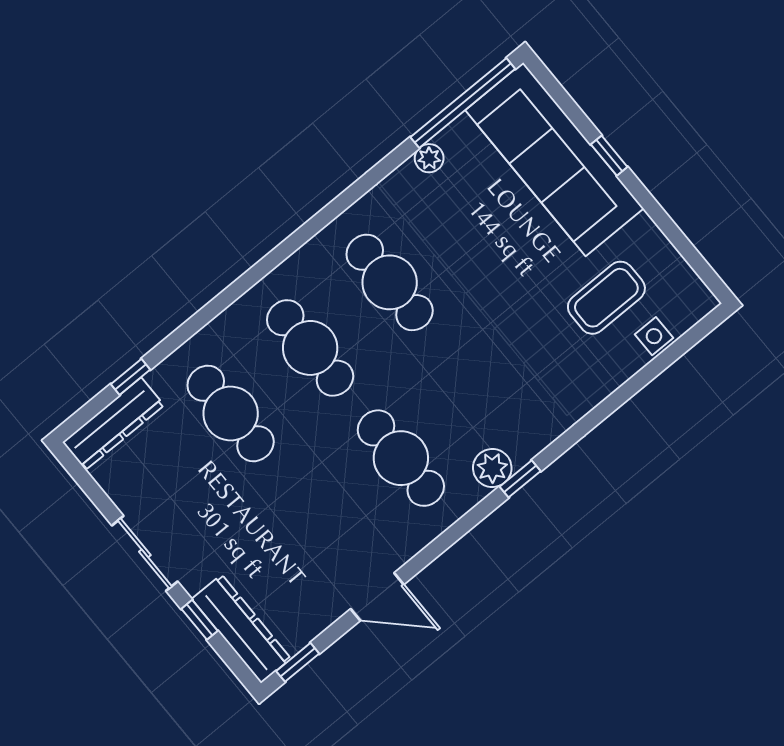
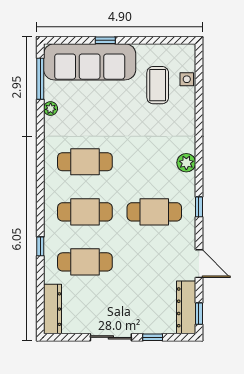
window: (463, 103) -> (40, 79), width x0.68
window: (131, 377) -> (40, 246), moved
plant: (492, 468) -> (186, 163), moved
window: (520, 479) -> (199, 207), moved
door: (377, 597) -> (199, 264), hinge flipped
dresser: (241, 629) -> (186, 307), moved, turned -90

